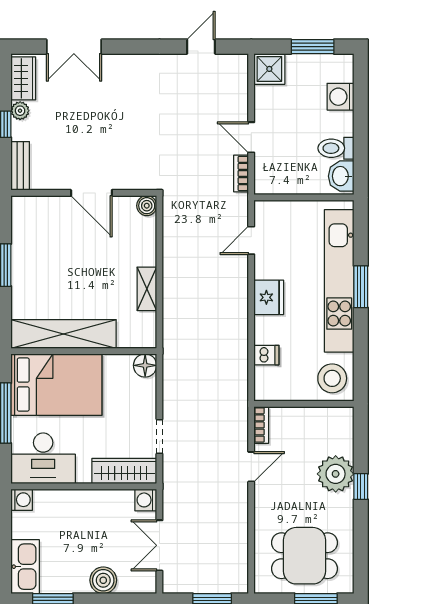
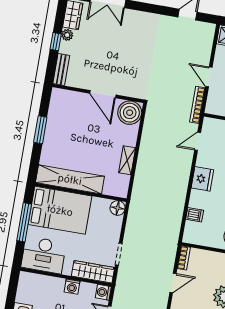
bookcase: (241, 173) -> (197, 105), width x1.56
boiler: (147, 206) -> (130, 113), width x1.86, depth x1.86
washing machine: (22, 500) -> (72, 287), moved, turned 90

